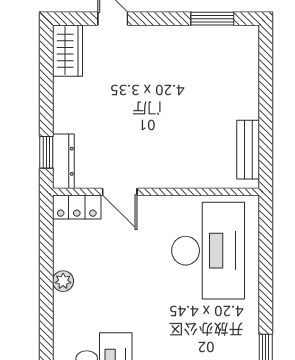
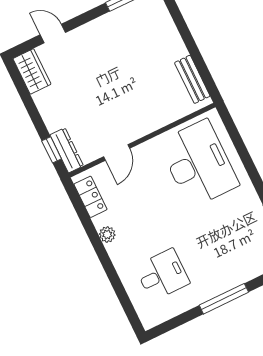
door: (120, 192) -> (117, 153), hinge flipped
locker: (77, 207) -> (90, 197), moved, turned -90

